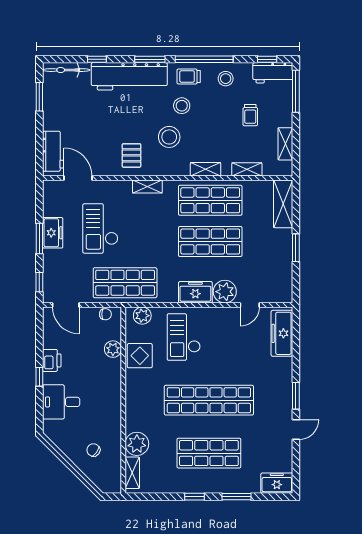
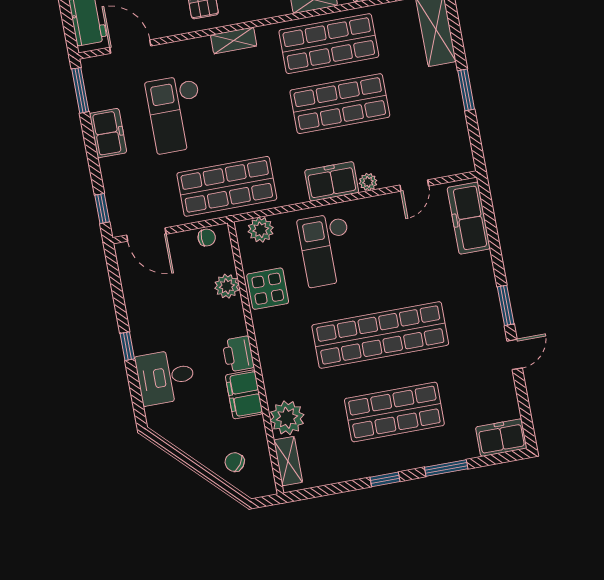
window: (39, 239) -> (80, 90), moved
plant: (225, 292) -> (368, 182), width x0.53, depth x0.53
printer: (52, 360) -> (238, 354), moved, turned 180
filing cabinet: (111, 423) -> (244, 394), added
chair: (93, 450) -> (235, 462), moved

